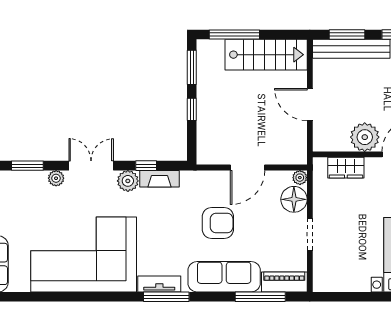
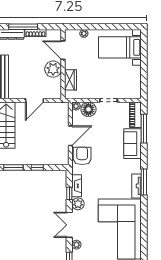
door: (248, 168) -> (70, 136), hinge flipped
armchair: (218, 223) -> (82, 156), moved
sofa: (224, 277) -> (132, 144), width x0.73

